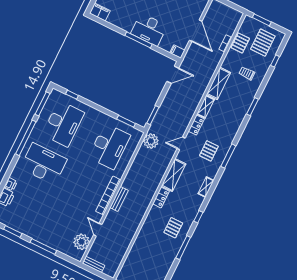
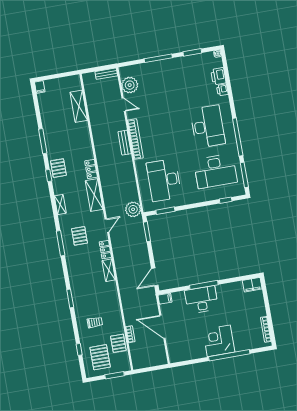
shelving: (218, 83) -> (79, 106), moved
desk: (63, 124) -> (215, 171), turned -90
desk: (44, 164) -> (208, 126), turned -90
pallet: (173, 228) -> (58, 168), moved

